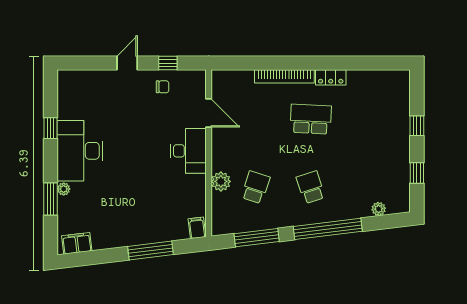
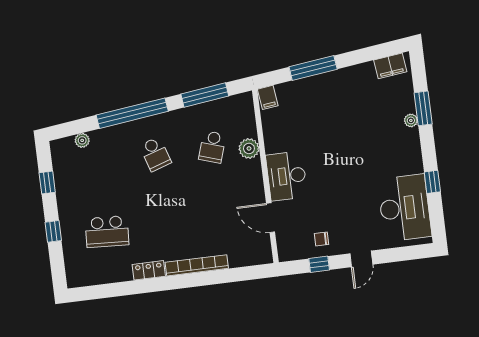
school desk: (311, 119) -> (107, 232), moved
desk: (80, 151) -> (405, 208), moved

